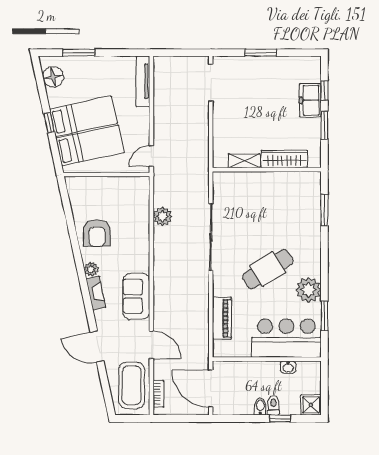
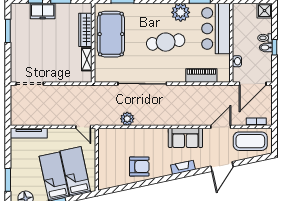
window: (261, 53) -> (8, 31), moved
pool table: (279, 194) -> (111, 34), added
plant: (91, 269) -> (166, 171), removed
cafe table: (268, 269) -> (166, 42), turned -66
washbasin: (288, 367) -> (237, 61), moved
window: (280, 418) -> (274, 47), moved

